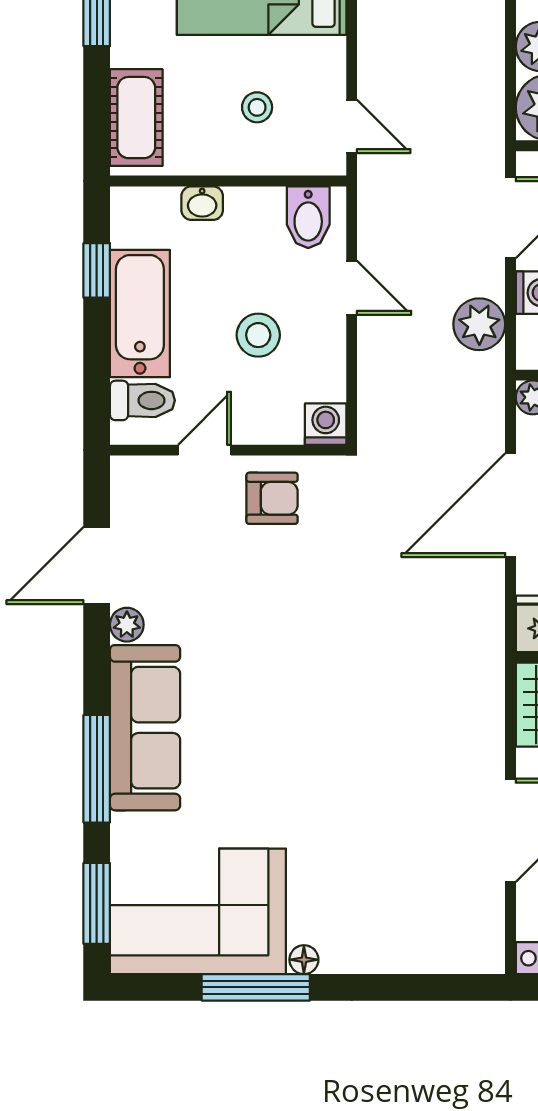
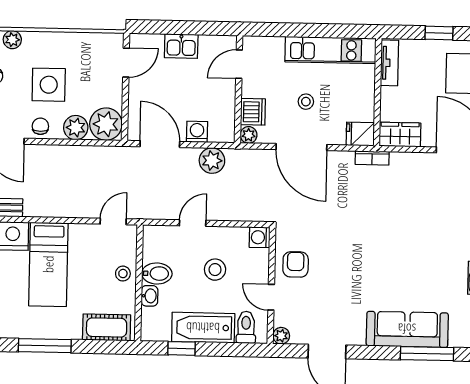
stool: (257, 107) -> (123, 274), moved
bidet: (308, 217) -> (157, 273), moved
plant: (127, 625) -> (281, 336), moved
bookcase: (491, 649) -> (372, 158), added

